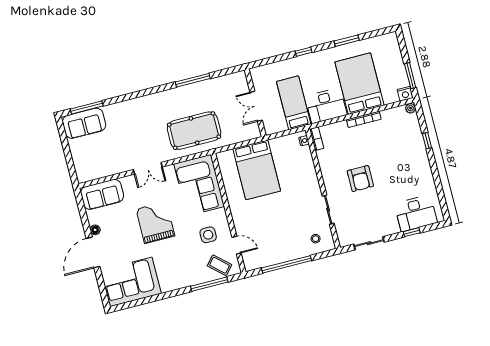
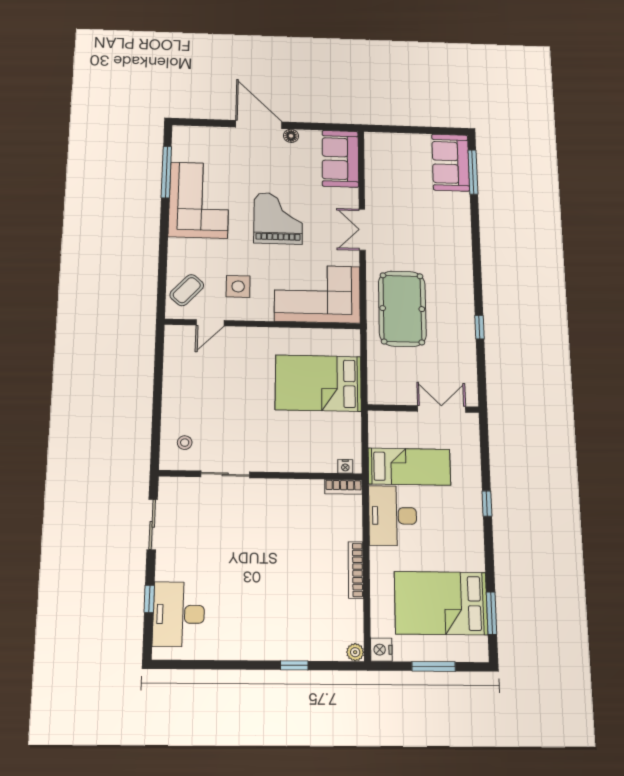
window: (347, 41) -> (492, 613), moved
window: (410, 76) -> (434, 666), moved
window: (193, 80) -> (479, 327), width x0.46
bed: (359, 84) -> (441, 603), moved, turned 180
double door: (256, 106) -> (442, 409), moved
armchair: (360, 179) -> (261, 539), removed
grand piano: (155, 223) -> (278, 218), turned -90
window: (286, 264) -> (158, 388), removed
corner sofa: (131, 282) -> (199, 200), moved
window: (209, 284) -> (166, 172), moved

